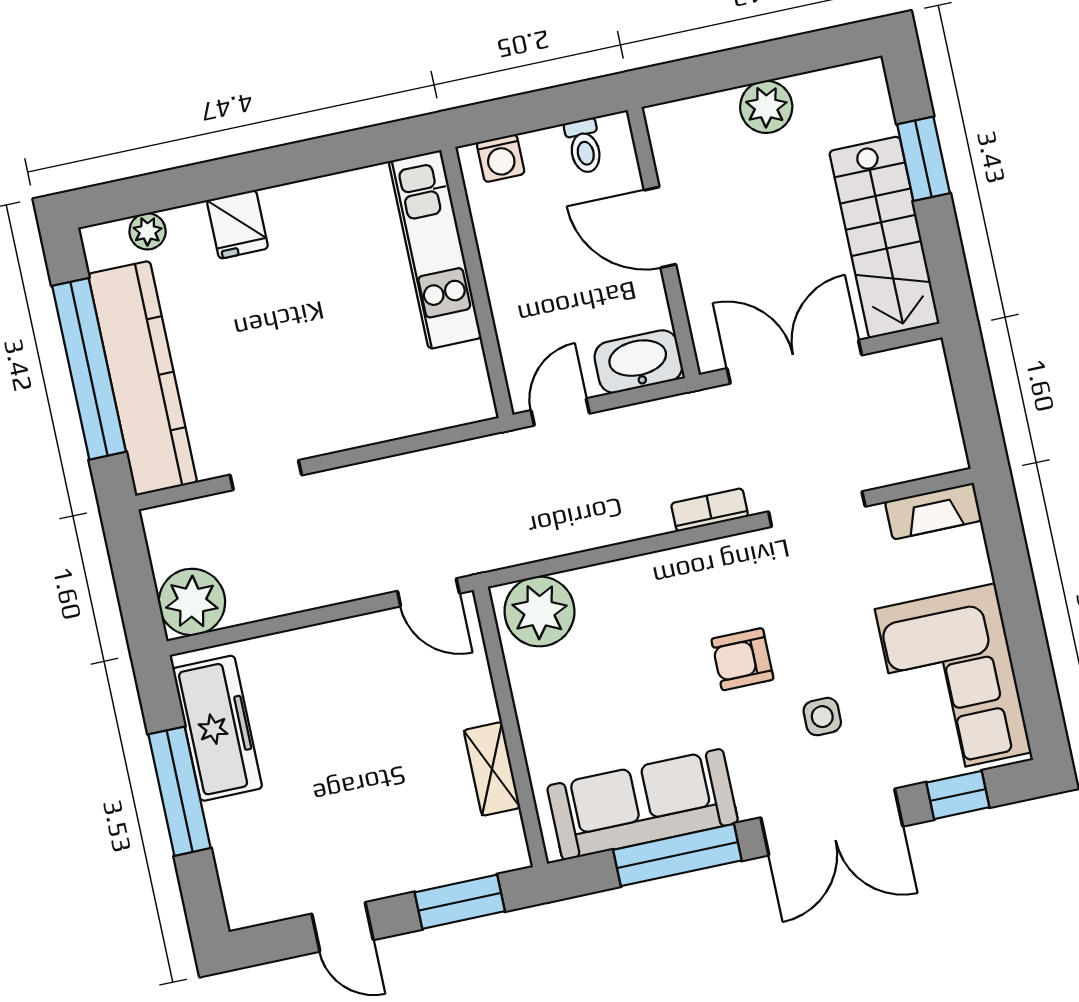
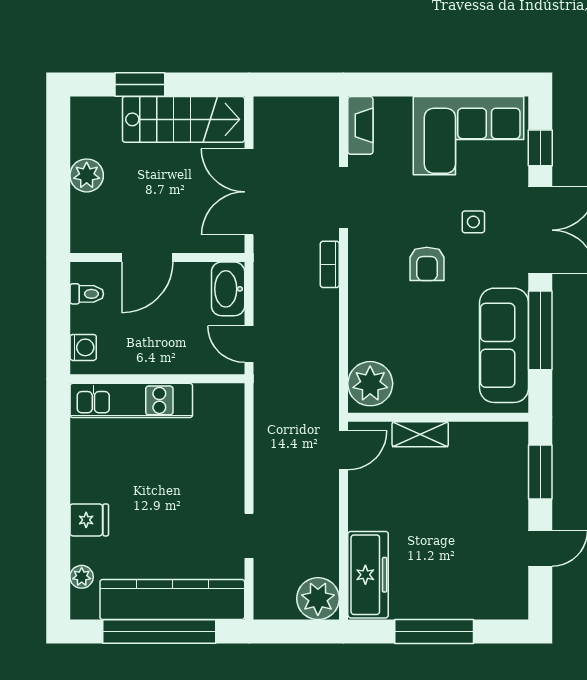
freezer: (217, 728) -> (368, 575), moved, turned 90
shelving: (492, 769) -> (420, 434), moved

